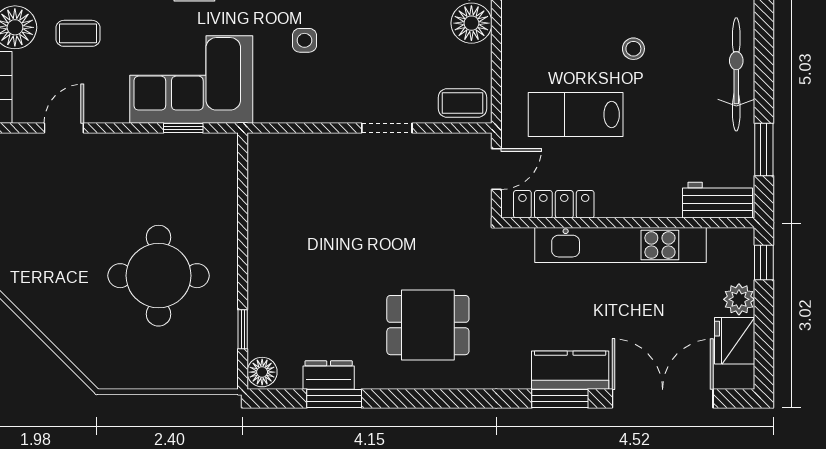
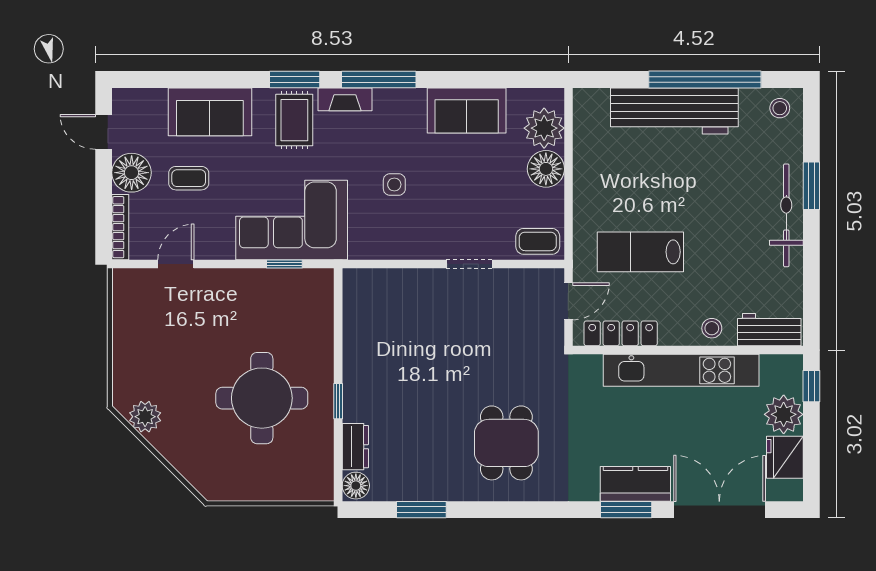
stool: (633, 49) -> (712, 328), moved
window: (764, 149) -> (811, 186), moved
plant: (30, 296) -> (145, 417), added
plant: (739, 299) -> (784, 414), width x1.36, depth x1.36
dining table: (428, 325) -> (506, 443), turned 90
window: (243, 329) -> (338, 401), moved
dresser: (329, 375) -> (355, 447), moved, turned 90

